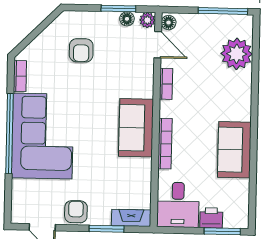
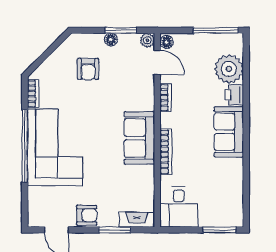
floor lamp: (127, 19) -> (111, 40), moved
sofa: (234, 150) -> (229, 132), moved
armchair: (76, 212) -> (87, 215), turned 90
printer: (211, 218) -> (234, 95), moved, turned -90

